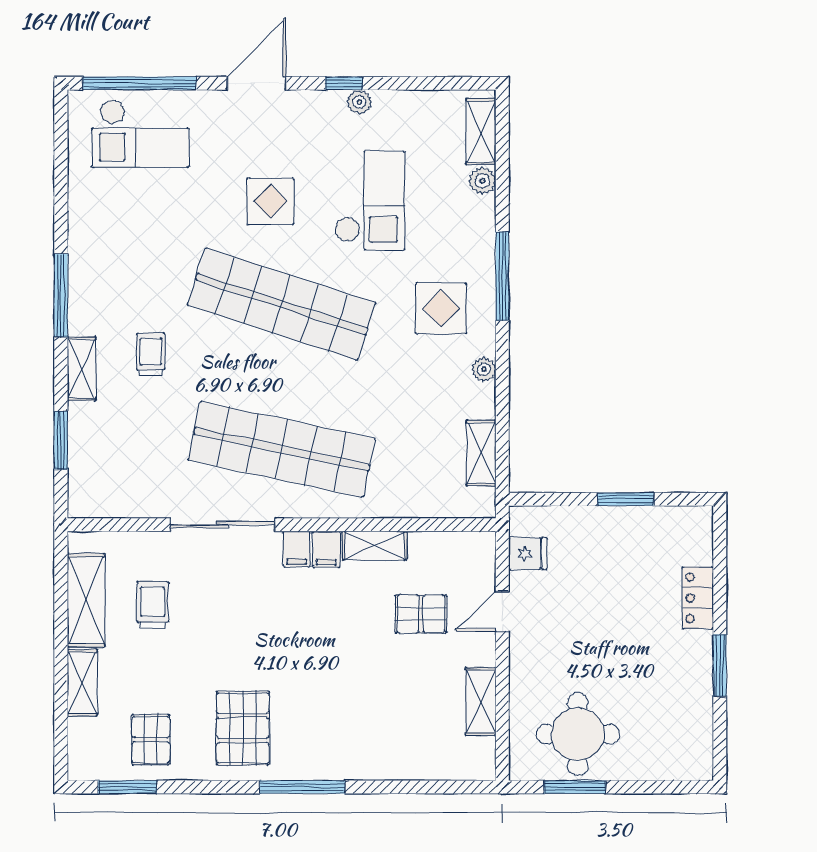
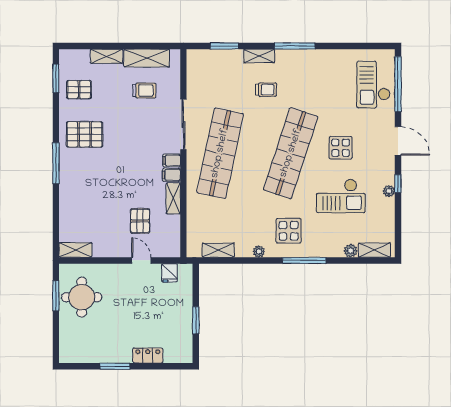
shelving: (481, 702) -> (75, 250), moved

